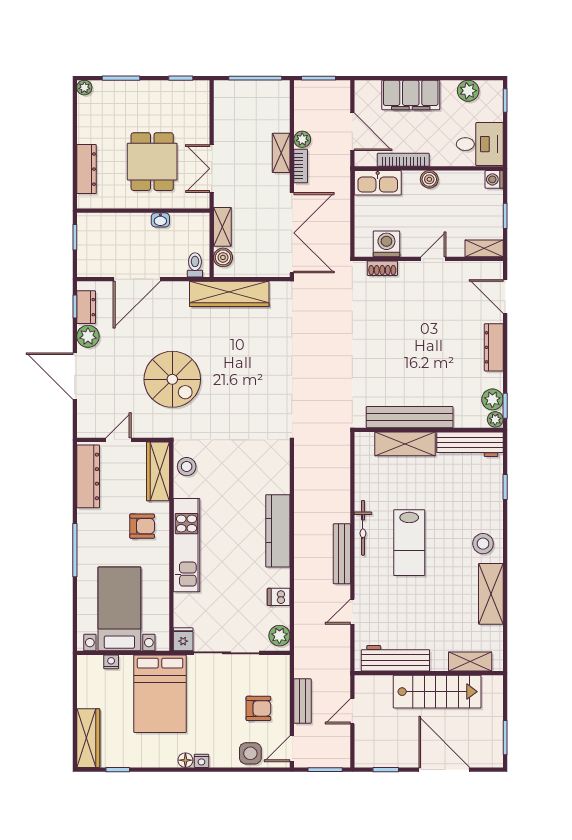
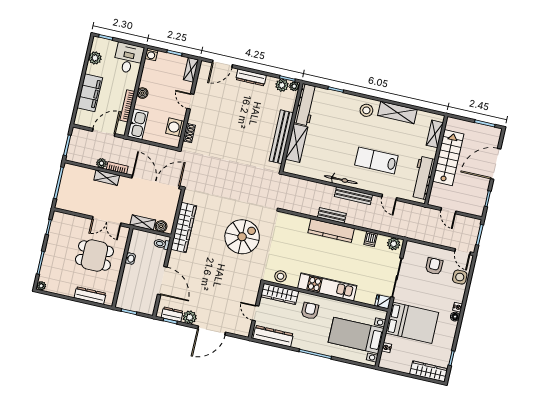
spiral stairs: (172, 379) -> (242, 237), moved
lab bench: (409, 543) -> (376, 160), moved, turned 180
bench: (302, 701) -> (332, 215), moved

